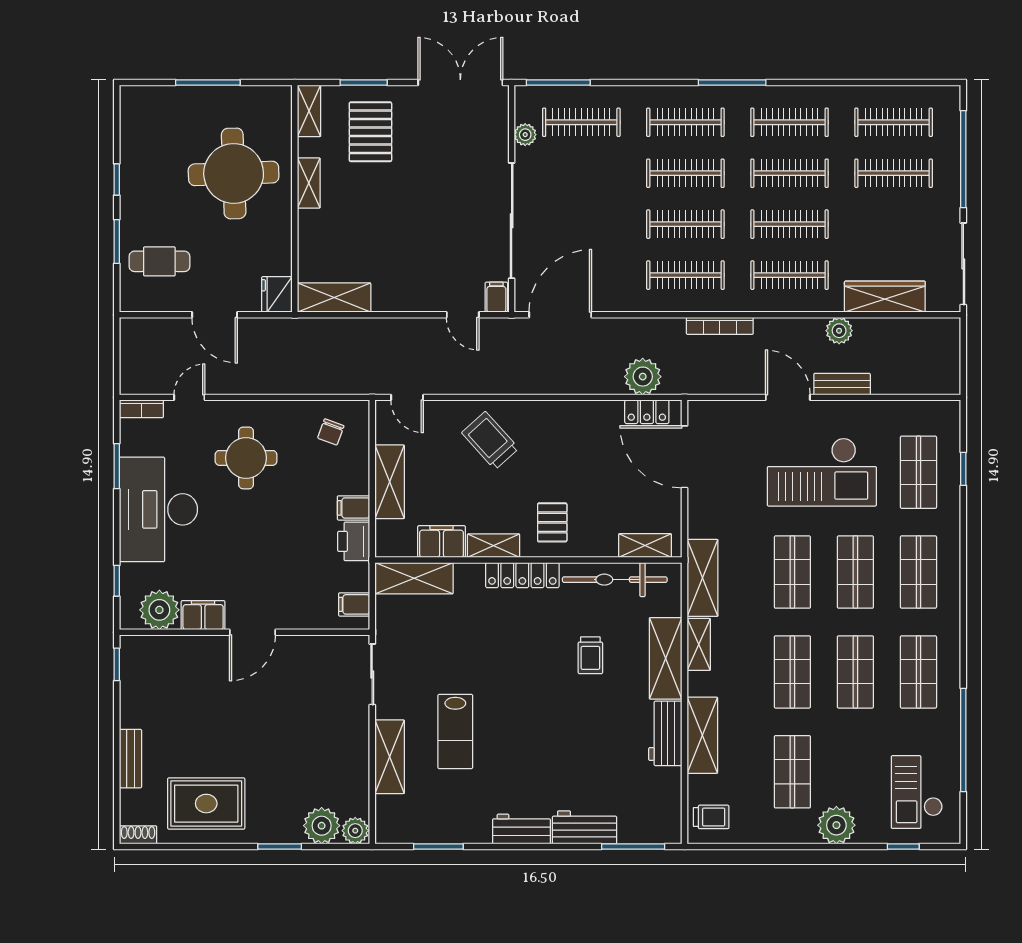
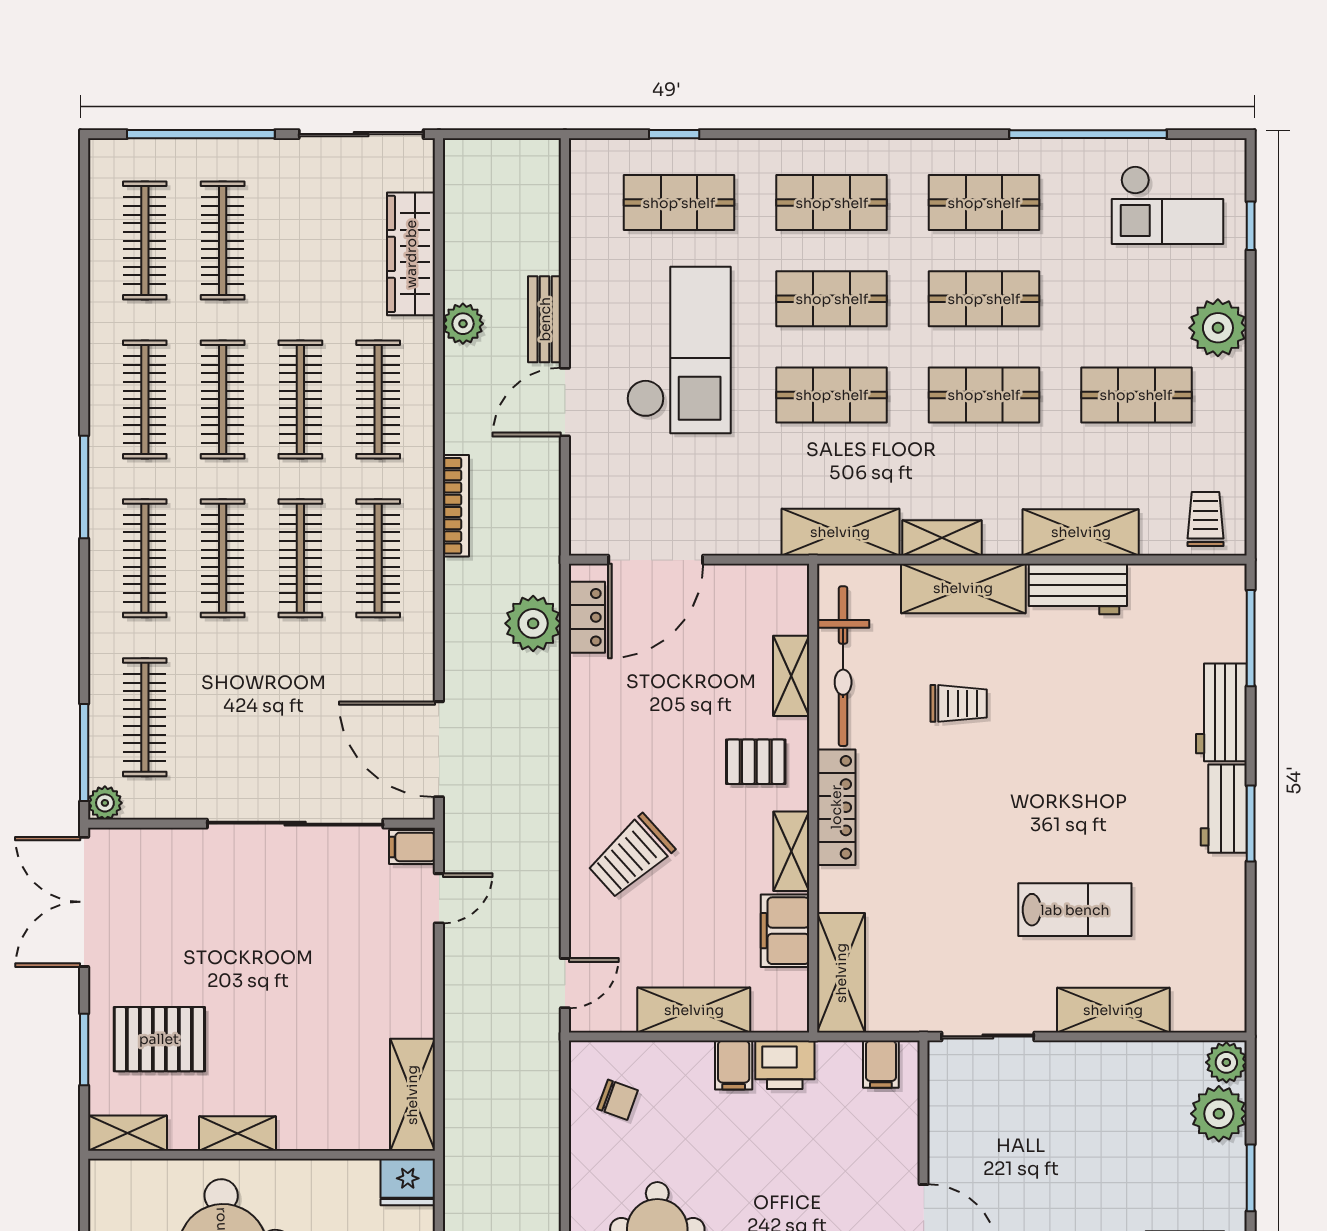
plant: (525, 135) -> (105, 803), moved
shelving: (645, 546) -> (791, 676), moved
window: (438, 847) -> (1251, 824), moved

